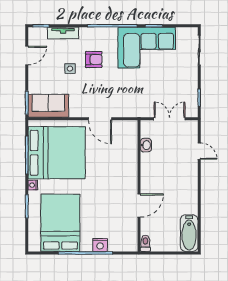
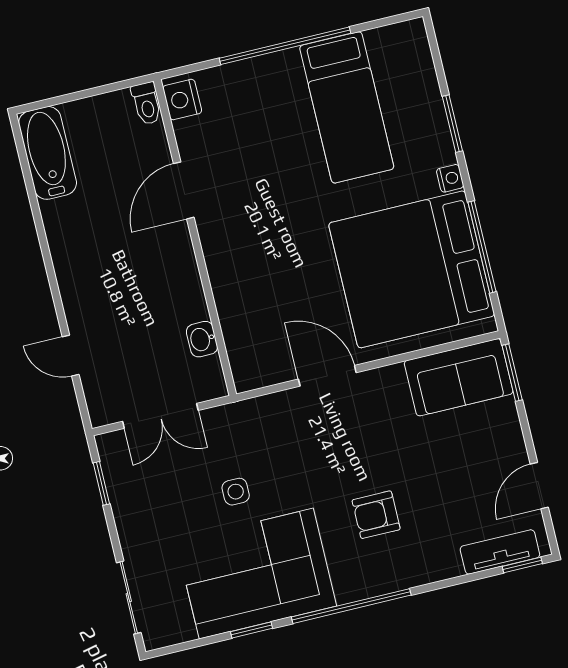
tv unit: (63, 33) -> (500, 552), moved
side table: (70, 69) -> (236, 492), moved
bed: (60, 223) -> (347, 107), width x0.67
nightstand: (100, 245) -> (182, 100), moved, turned -90

